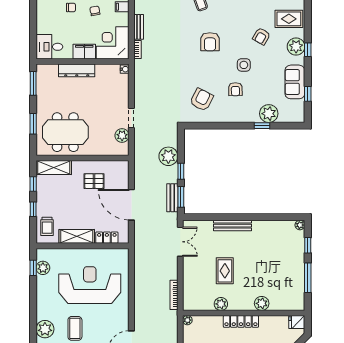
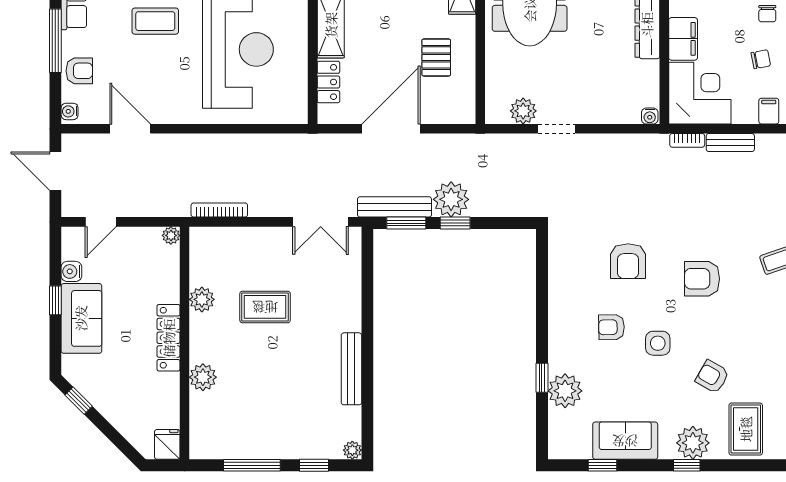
armchair: (202, 100) -> (628, 261), moved, turned 63
plant: (168, 156) -> (451, 199), moved
bench: (172, 198) -> (395, 207), width x1.36
bench: (233, 226) -> (351, 369), moved

